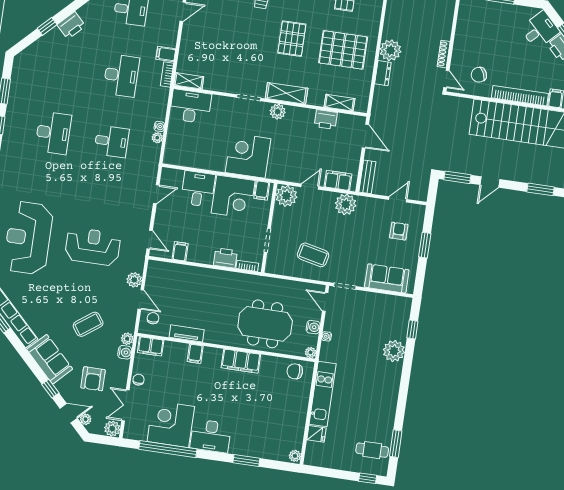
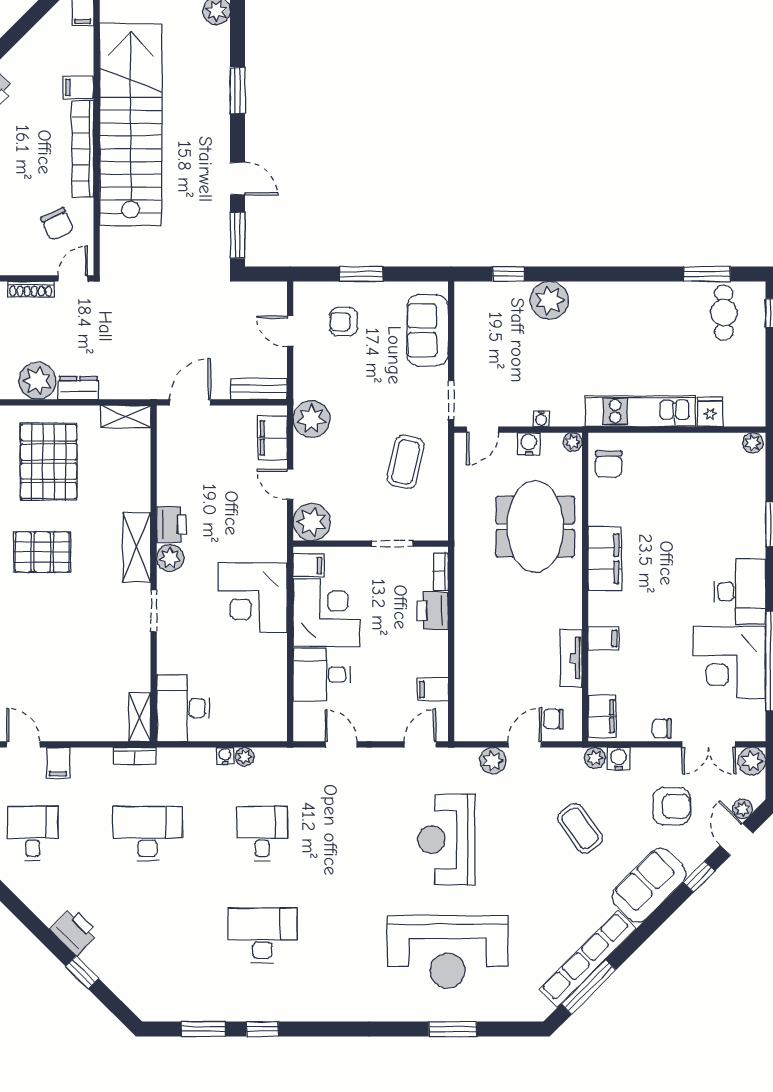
filing cabinet: (166, 54) -> (58, 763), moved
shelving: (340, 103) -> (126, 417), moved, turned 90
printer: (326, 119) -> (172, 524), moved

